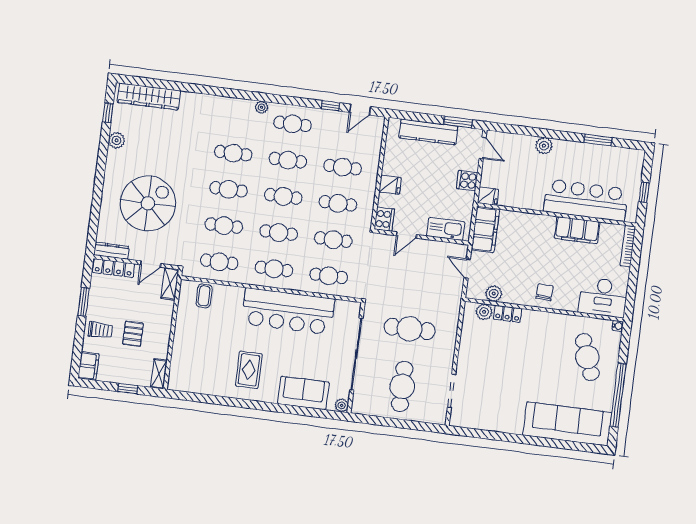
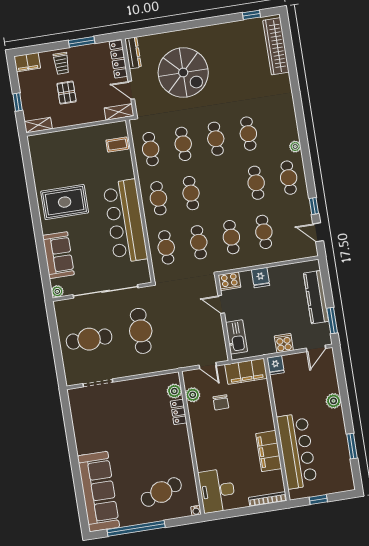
plant: (117, 140) -> (230, 29), removed
cafe table: (283, 196) -> (224, 188), removed
door: (467, 268) -> (208, 366), swing flipped
chair: (545, 292) -> (221, 402), moved, turned 87
pallet: (133, 334) -> (67, 93), turned 90
rug: (249, 370) -> (65, 202), width x1.36, depth x1.43

